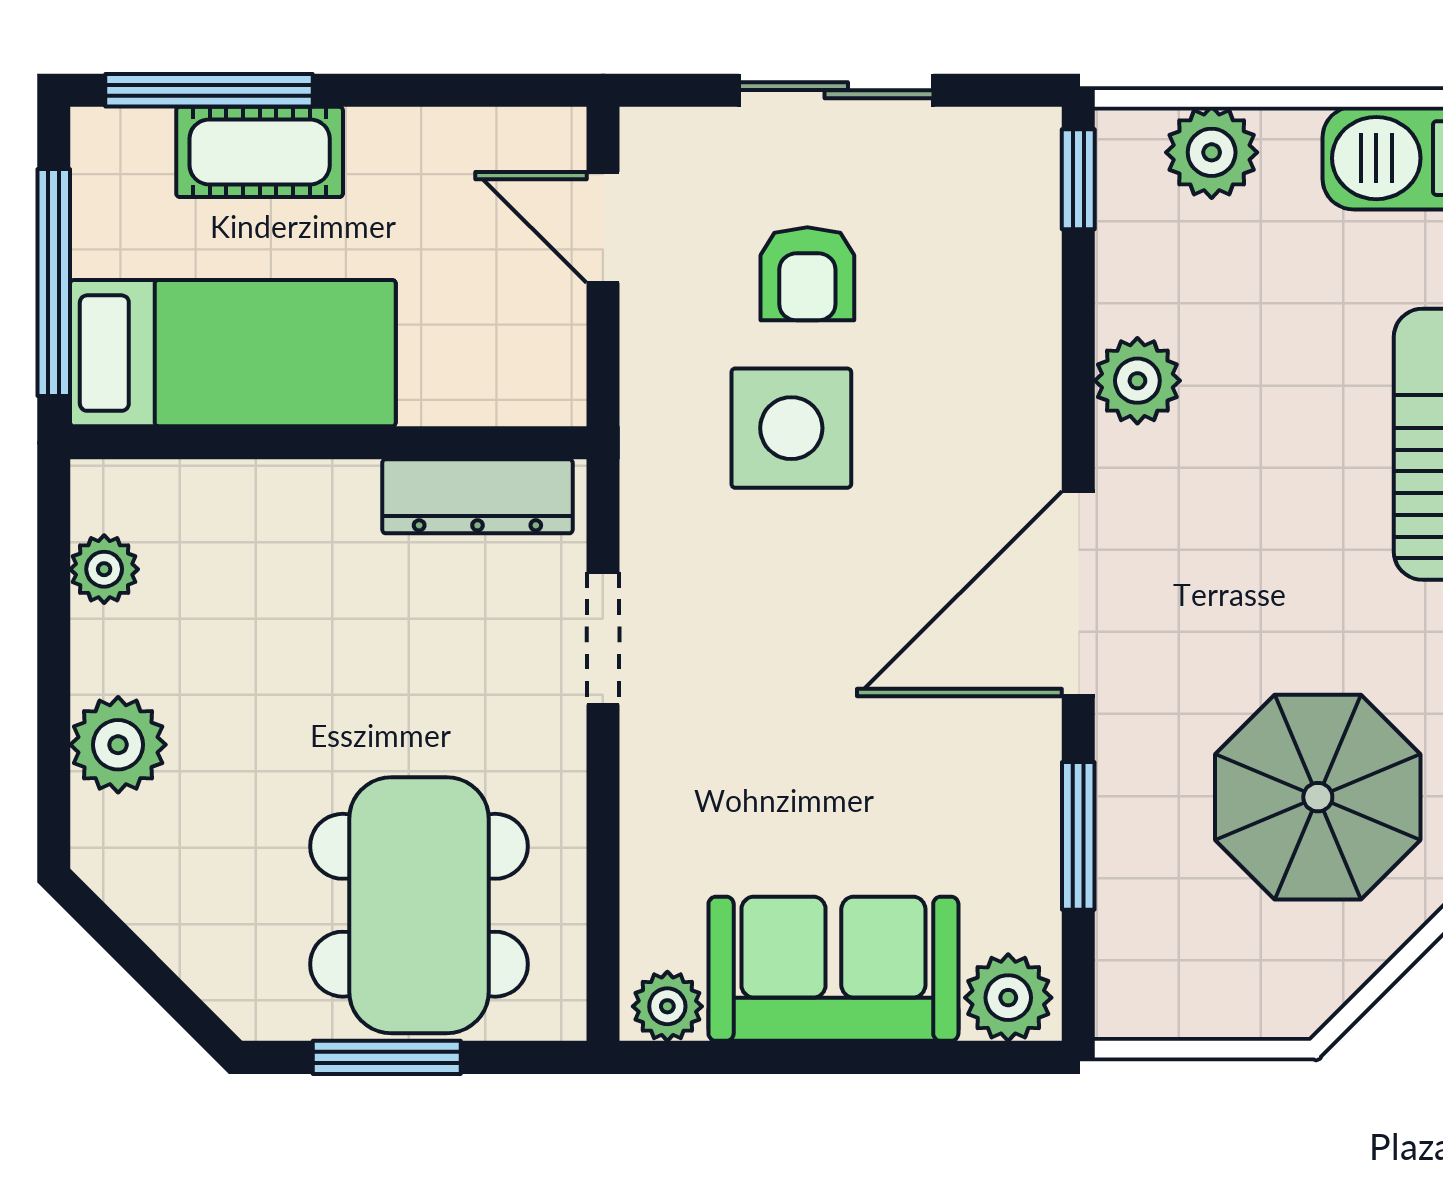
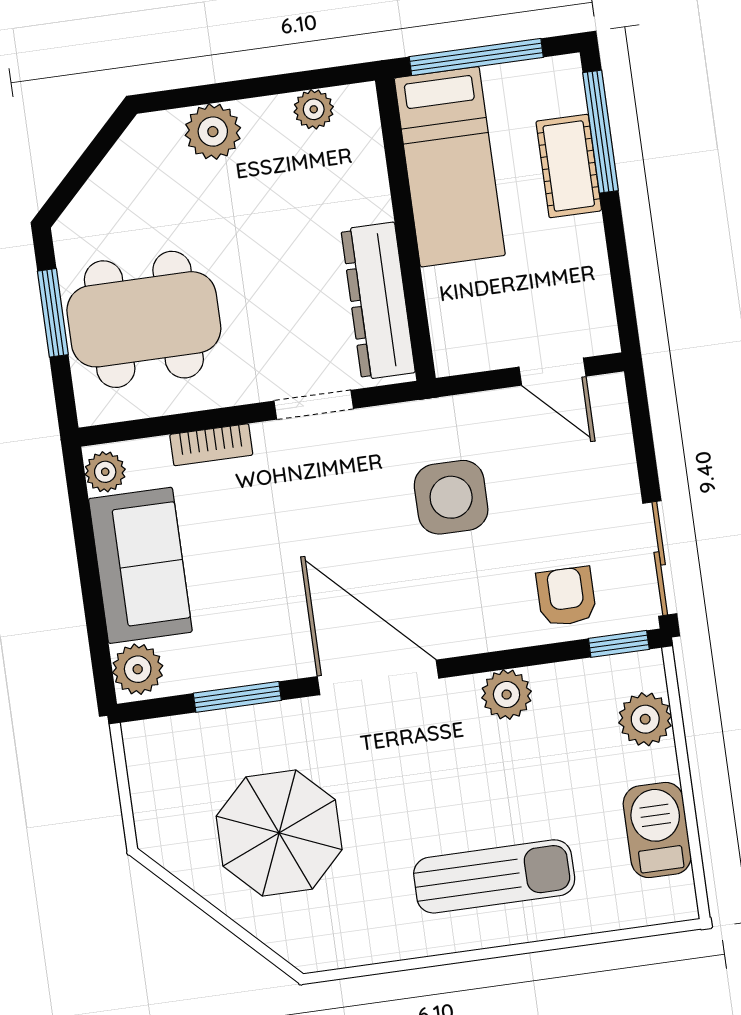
sliding door: (836, 90) -> (660, 558), moved
door: (603, 227) -> (552, 372), swing flipped
armchair: (807, 274) -> (566, 596), moved, turned 90
dresser: (477, 496) -> (378, 301), width x1.37, depth x1.24
bookcase: (647, 821) -> (211, 445), added

